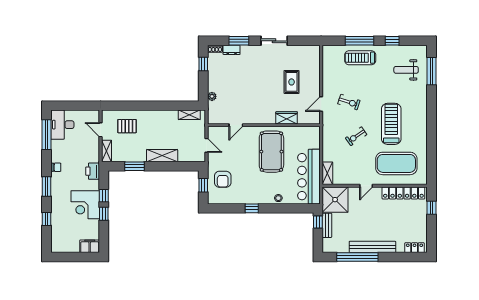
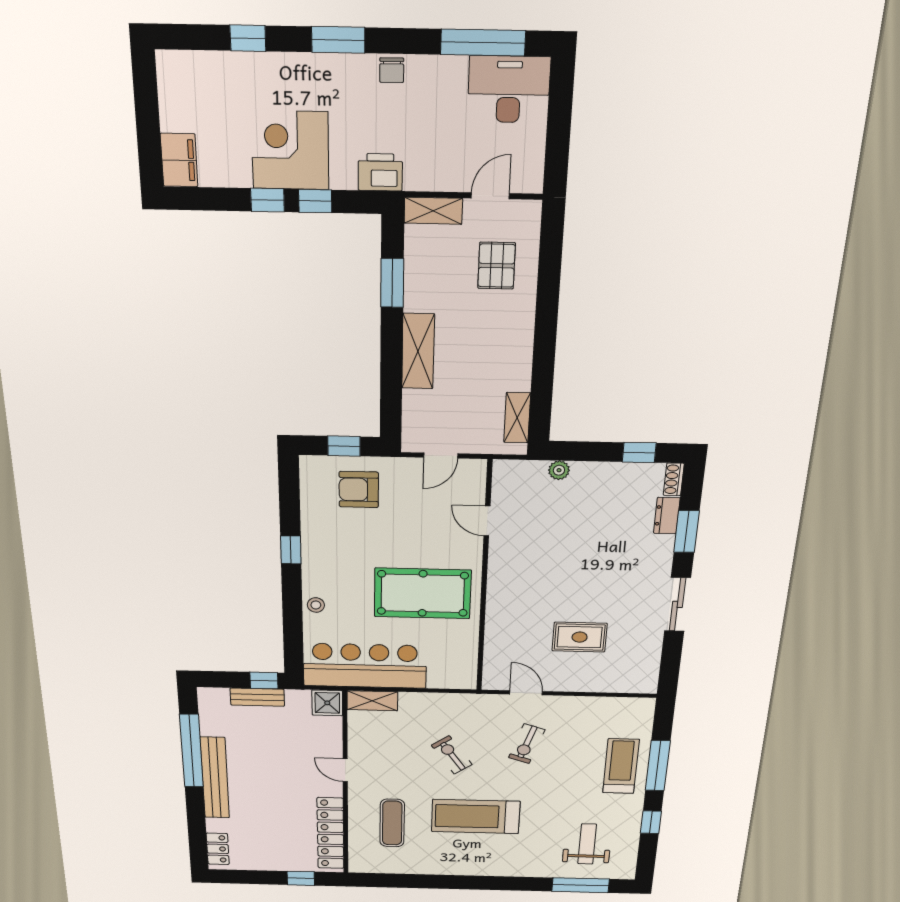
wardrobe: (287, 118) -> (499, 625), removed
treadmill: (391, 124) -> (476, 816), turned 180
exercise mat: (396, 163) -> (392, 823), width x0.50, depth x0.69
shower: (335, 200) -> (327, 703), width x0.54, depth x0.54

